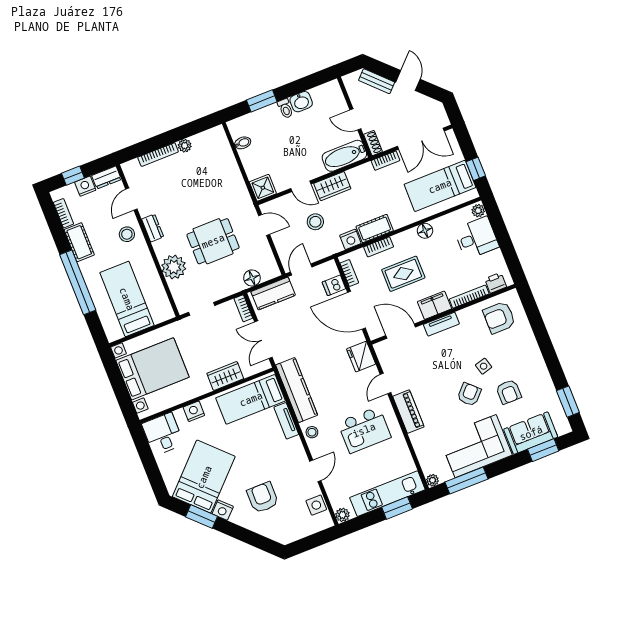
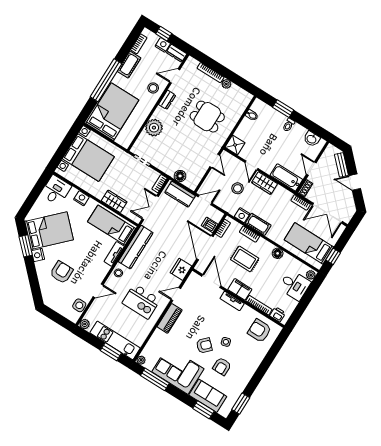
door: (408, 81) -> (355, 182), swing flipped
washbasin: (301, 102) -> (312, 139), moved
dining table: (213, 241) -> (207, 117), moved
bed: (127, 299) -> (112, 112), width x1.50

